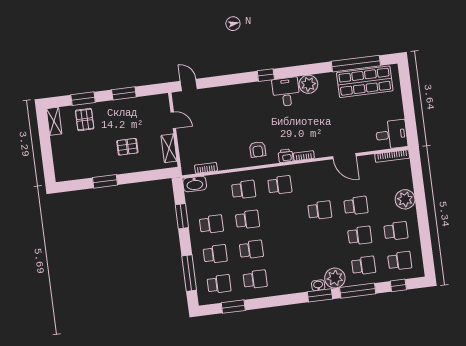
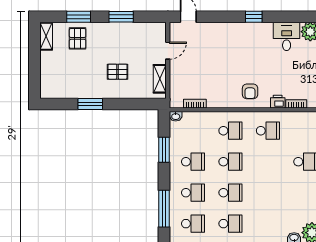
window: (266, 75) -> (254, 17), moved
door: (173, 120) -> (168, 51), hinge flipped
washbasin: (195, 184) -> (176, 116), width x0.52, depth x0.69

